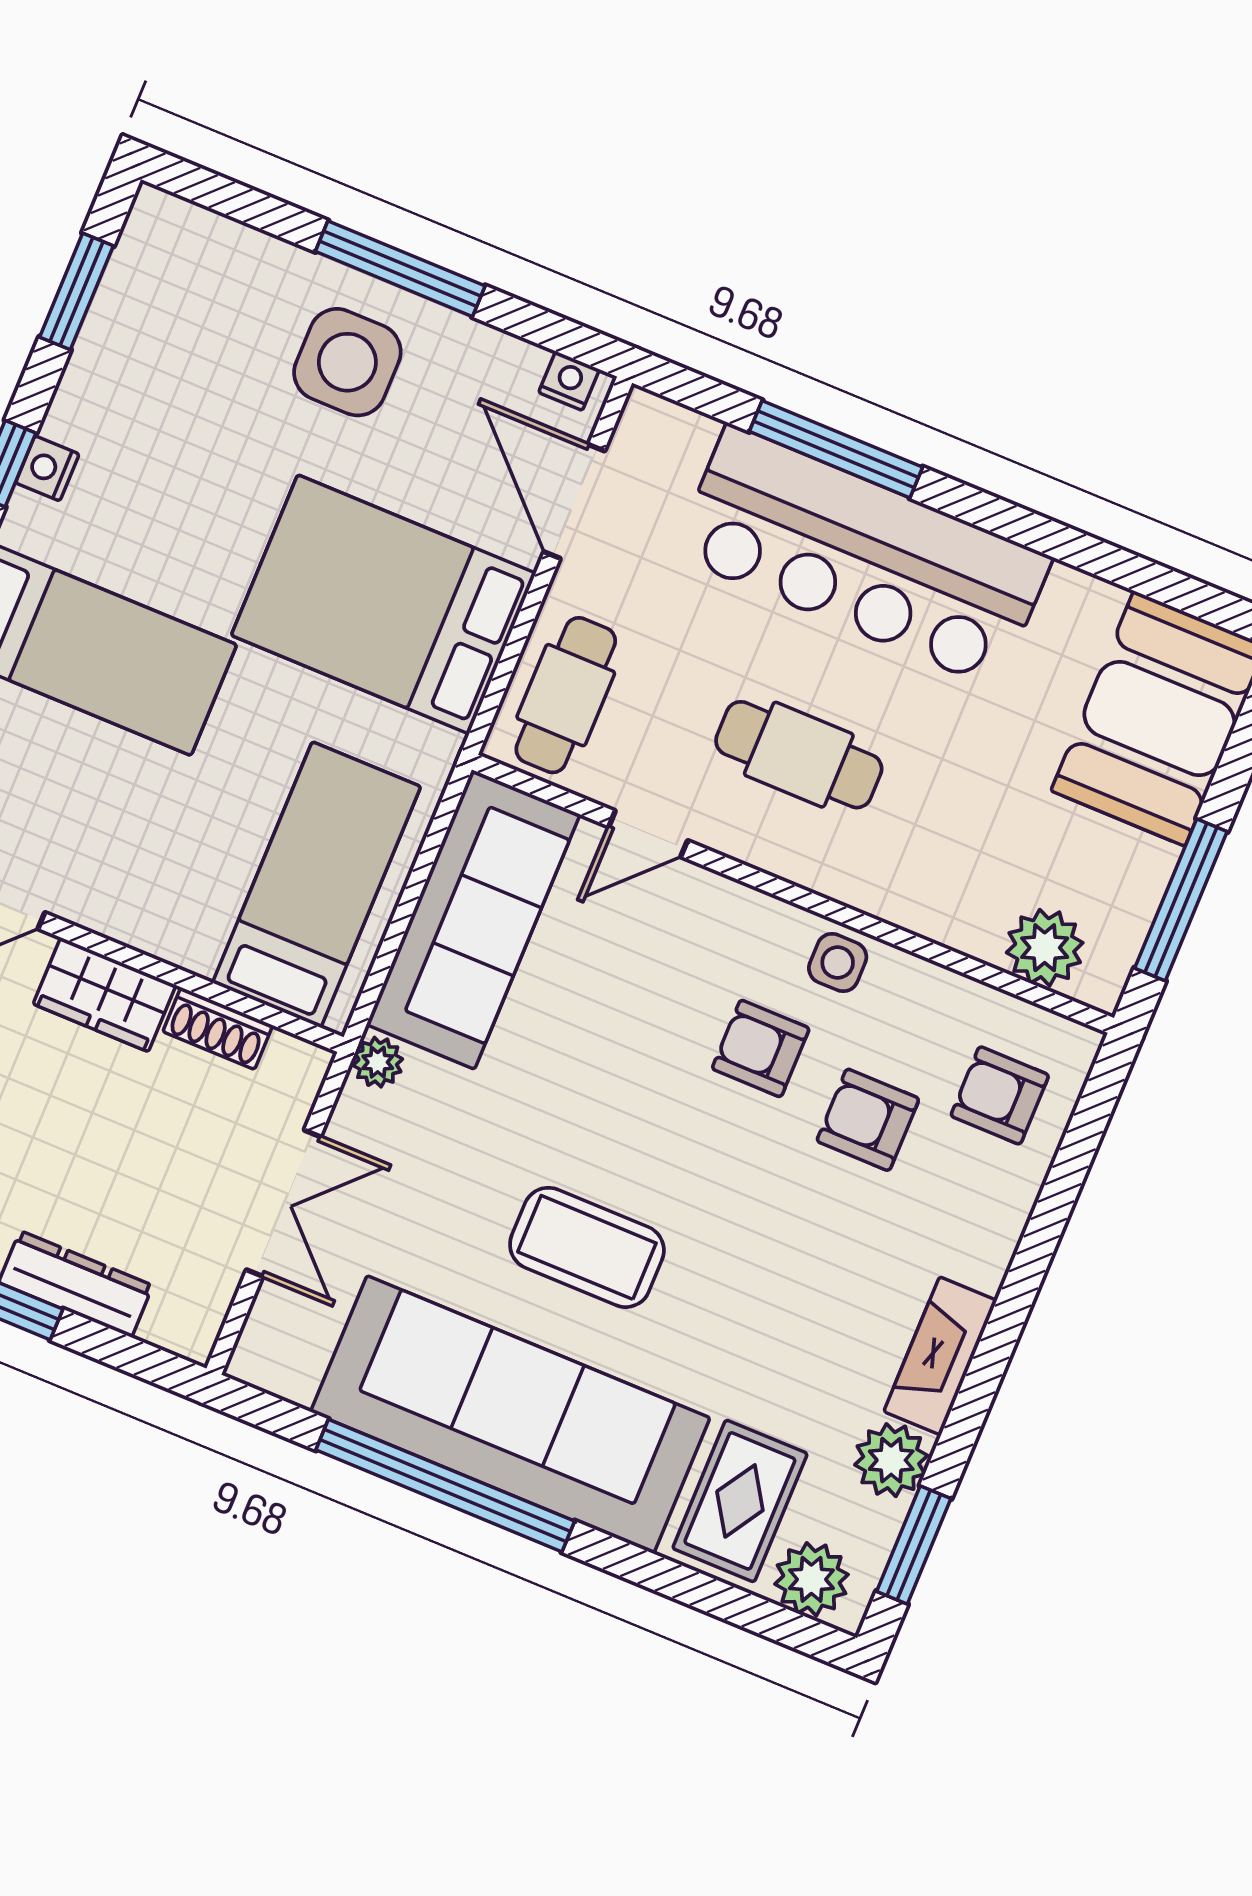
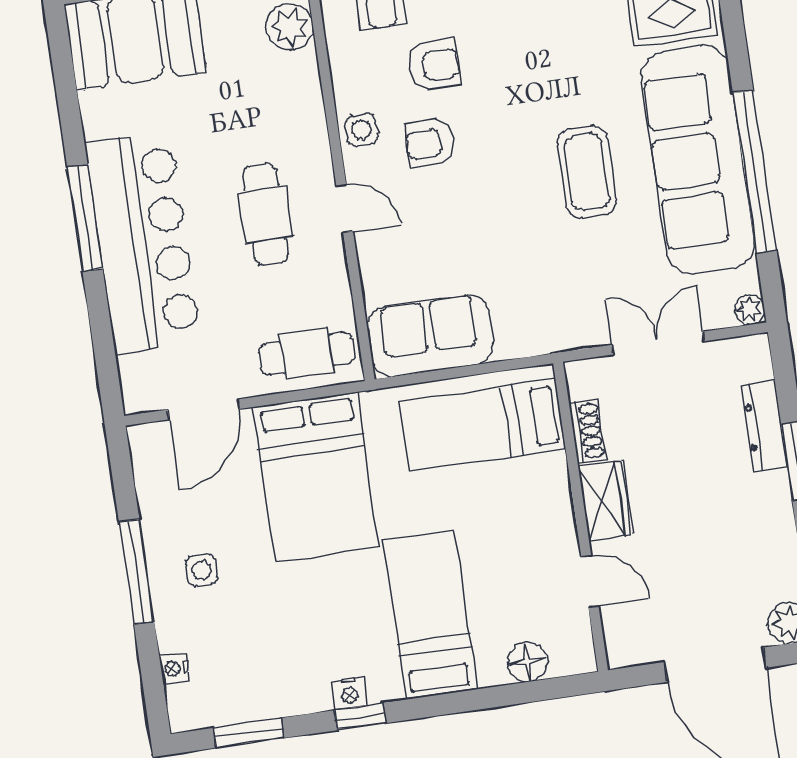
side table: (347, 362) -> (202, 570), width x0.54, depth x0.54
nightstand: (569, 381) -> (175, 668), moved
window: (836, 449) -> (85, 218), moved
door: (648, 834) -> (345, 208), moved
sofa: (473, 919) -> (430, 336), width x0.73
armchair: (761, 1048) -> (430, 143), turned 90
plant: (378, 1062) -> (749, 310), moved
armchair: (868, 1120) -> (434, 65), turned -90

